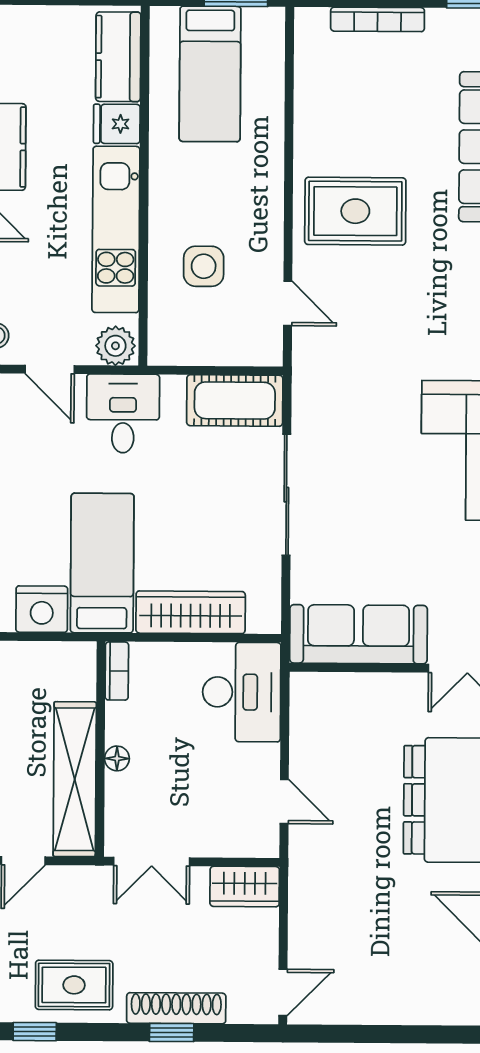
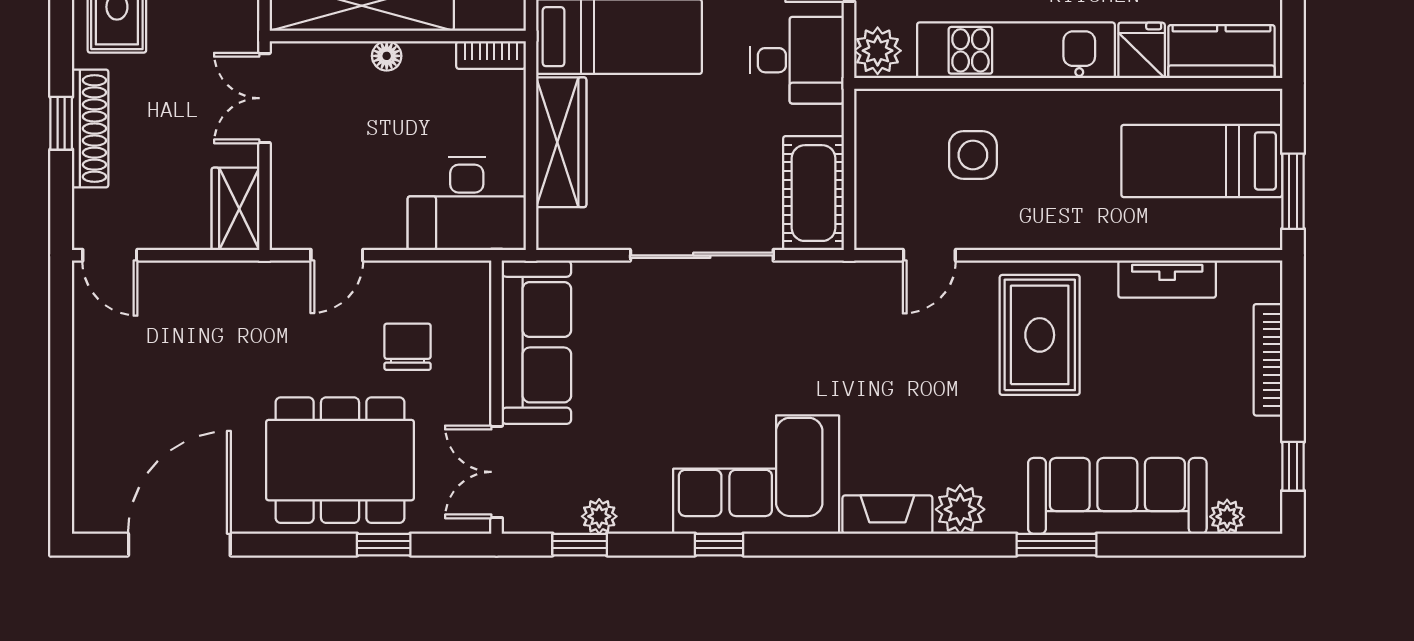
tv unit: (309, 104) -> (1167, 279), added
chair: (362, 743) -> (408, 347), added

